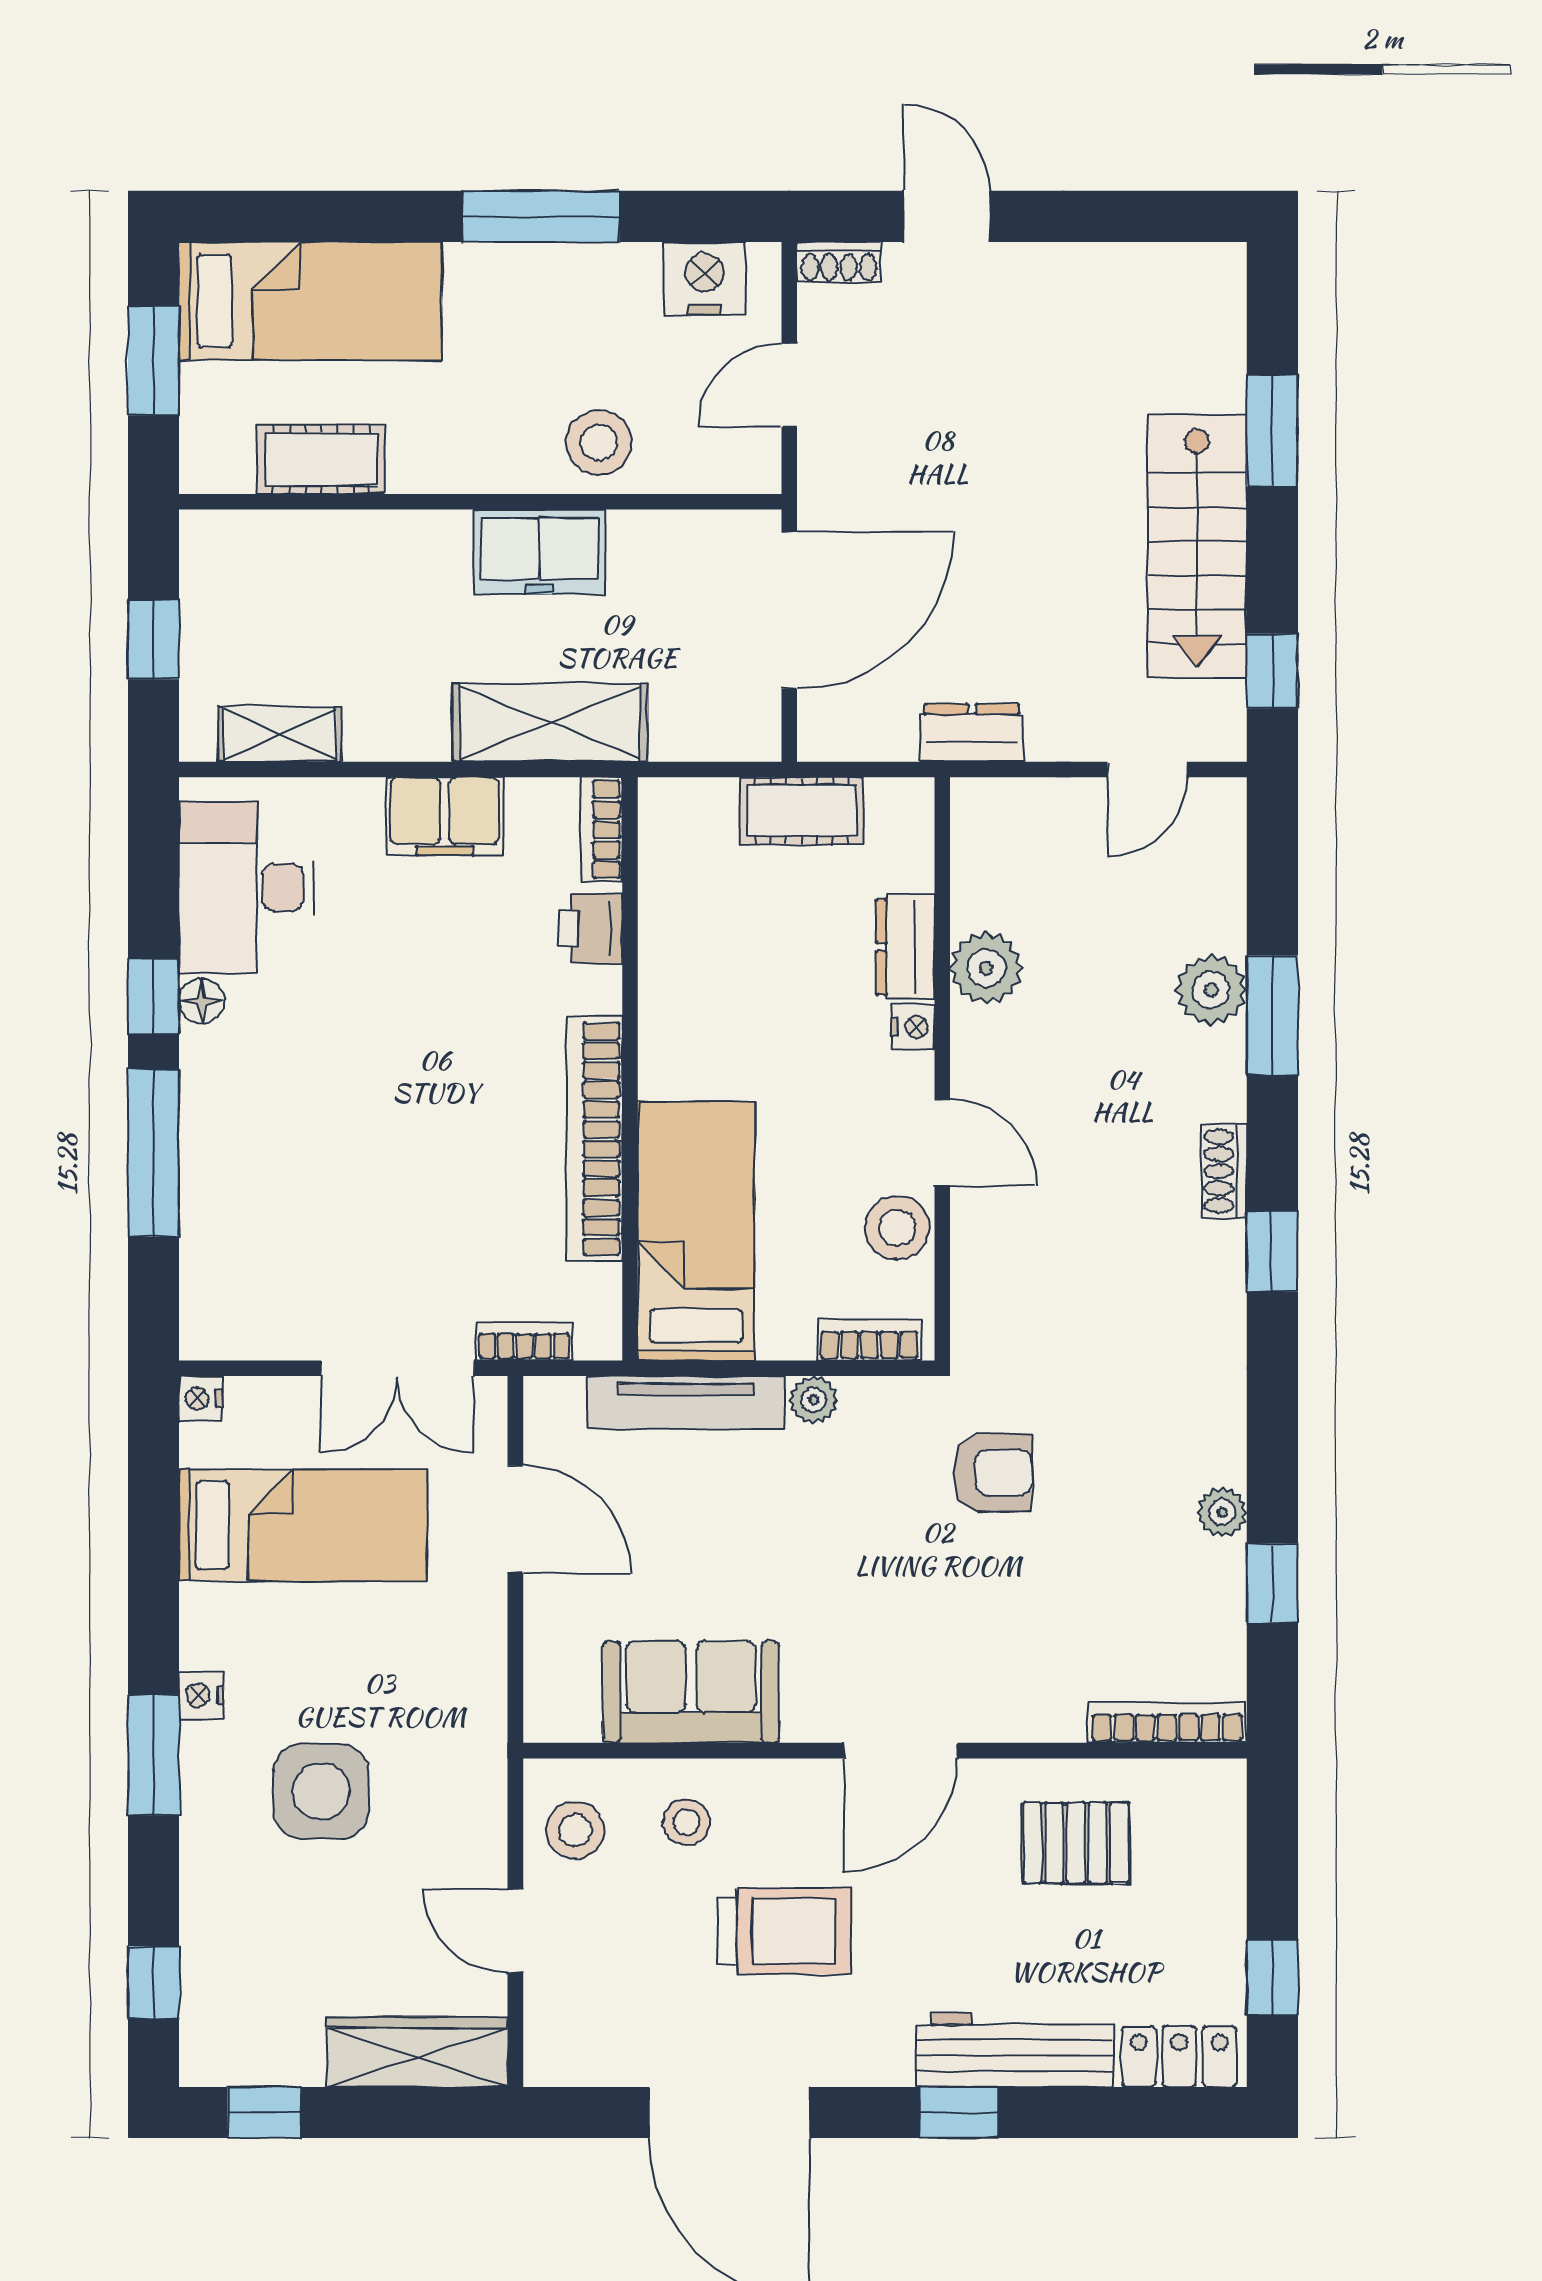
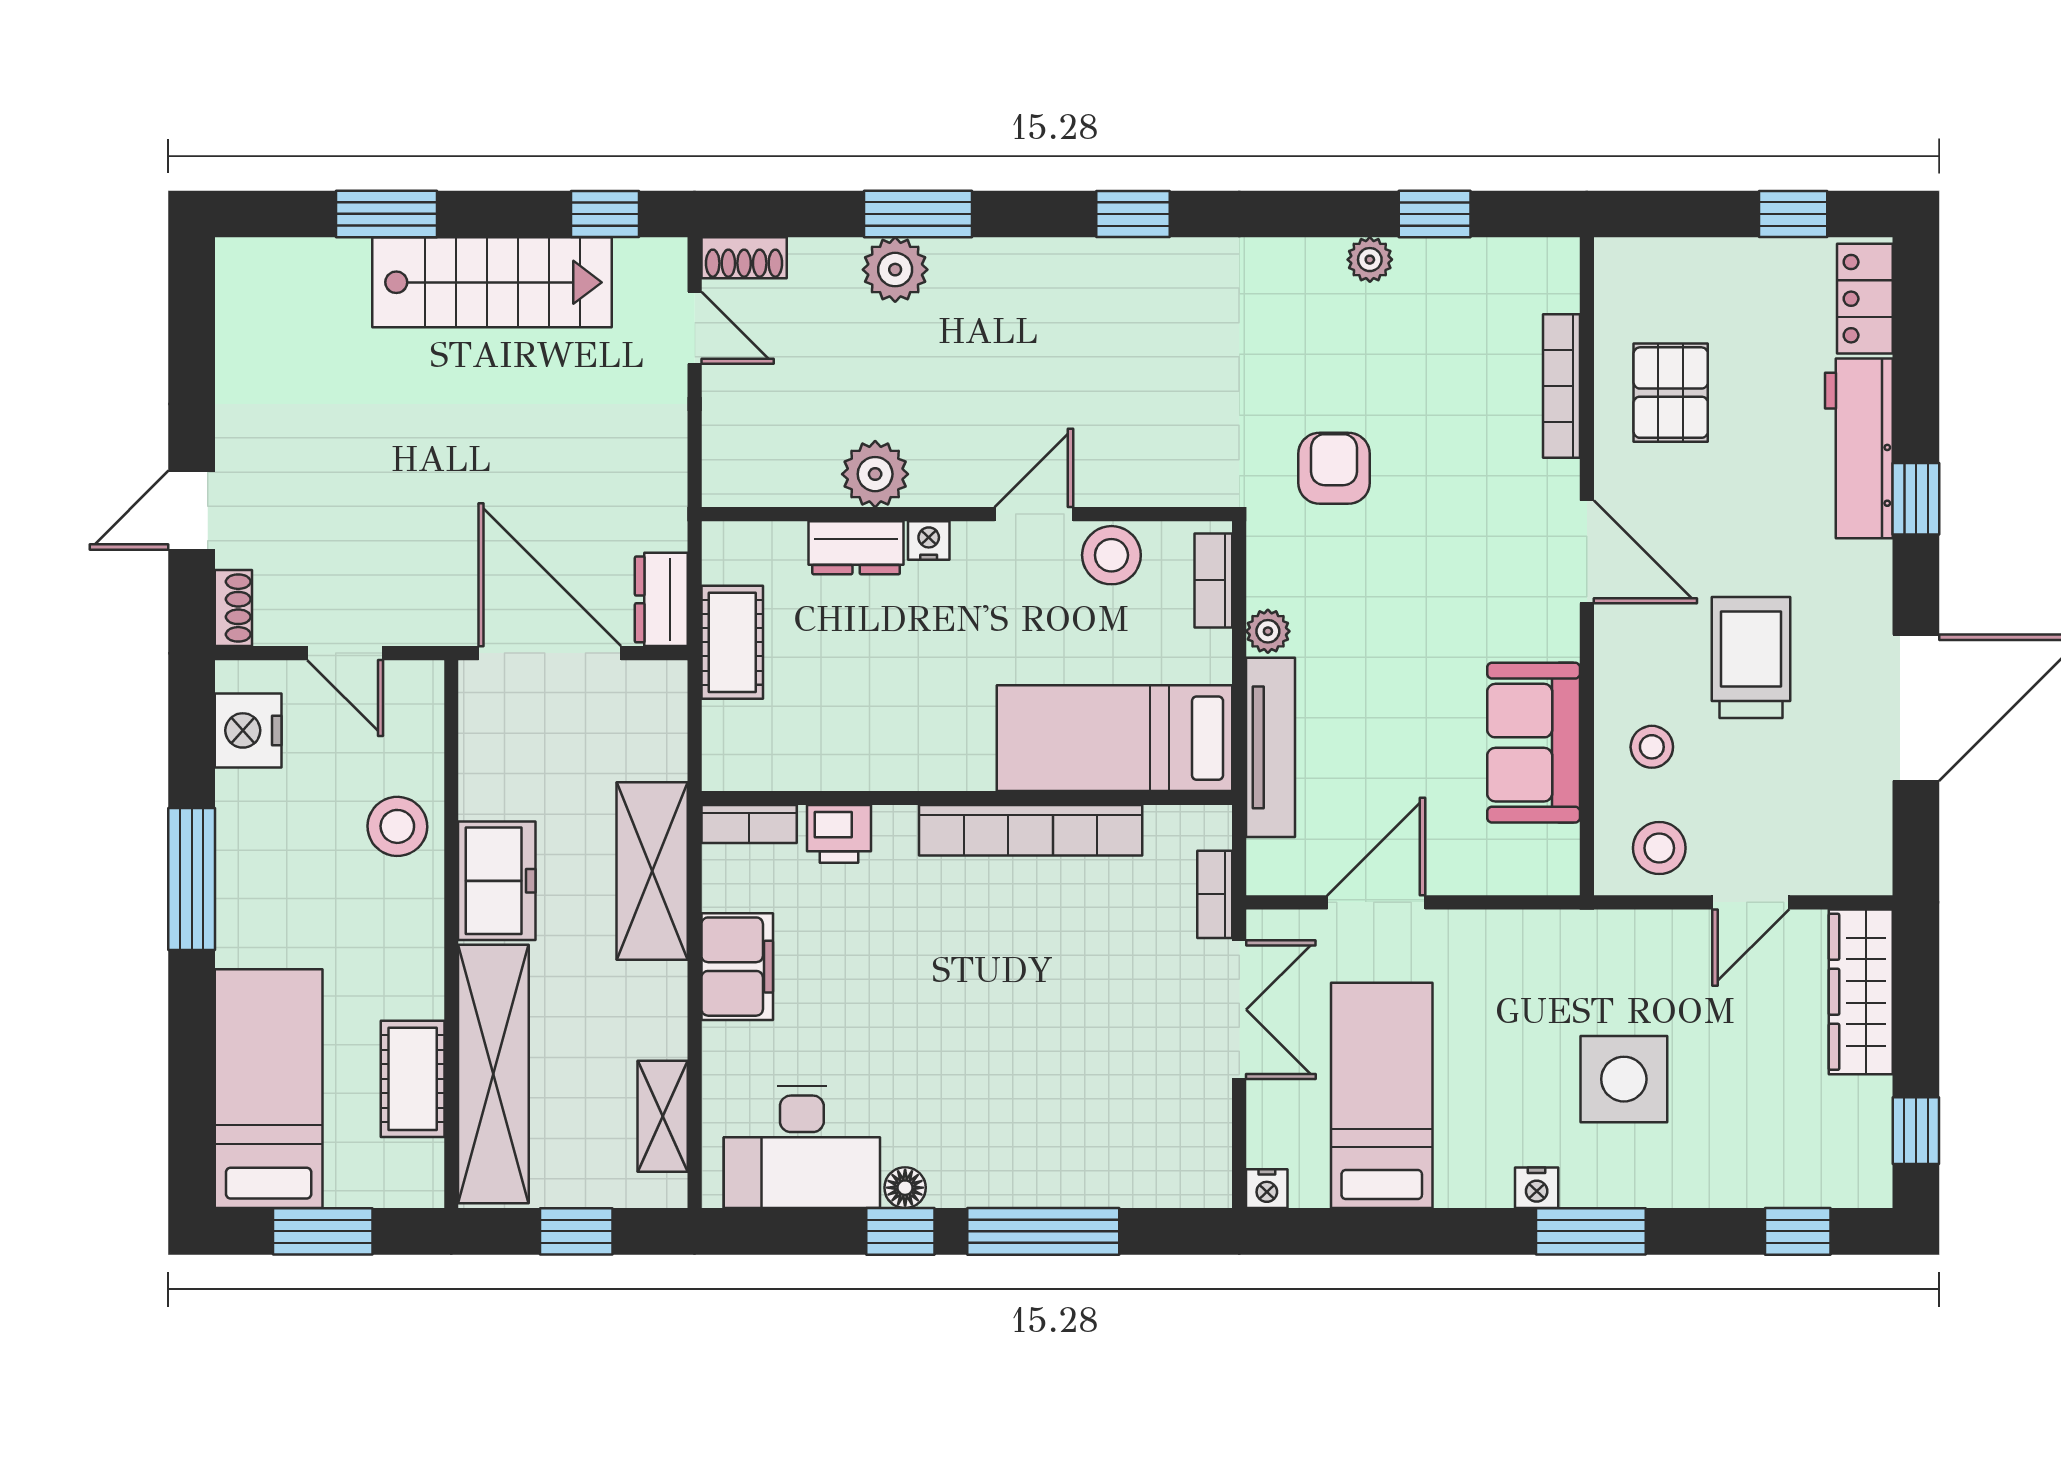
shelving: (327, 548) -> (493, 1074), added
dresser: (972, 733) -> (661, 599), moved
shoe rack: (1224, 1171) -> (744, 258), moved
bookcase: (1167, 1723) -> (1561, 386), moved

